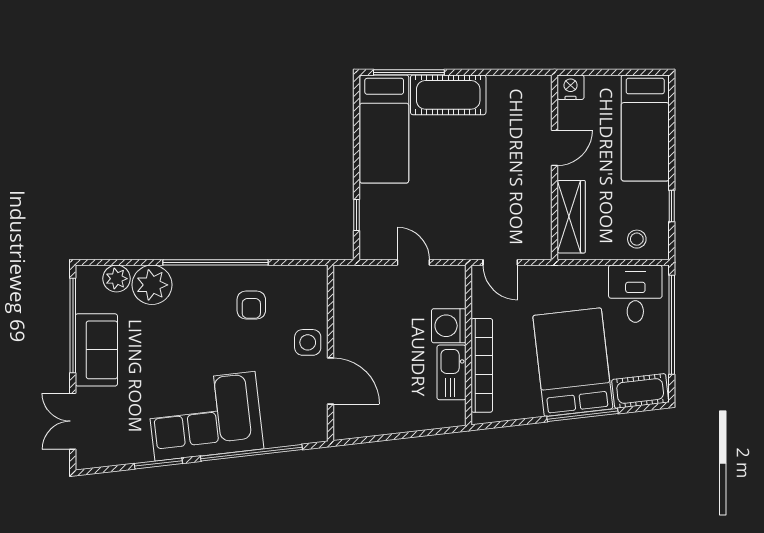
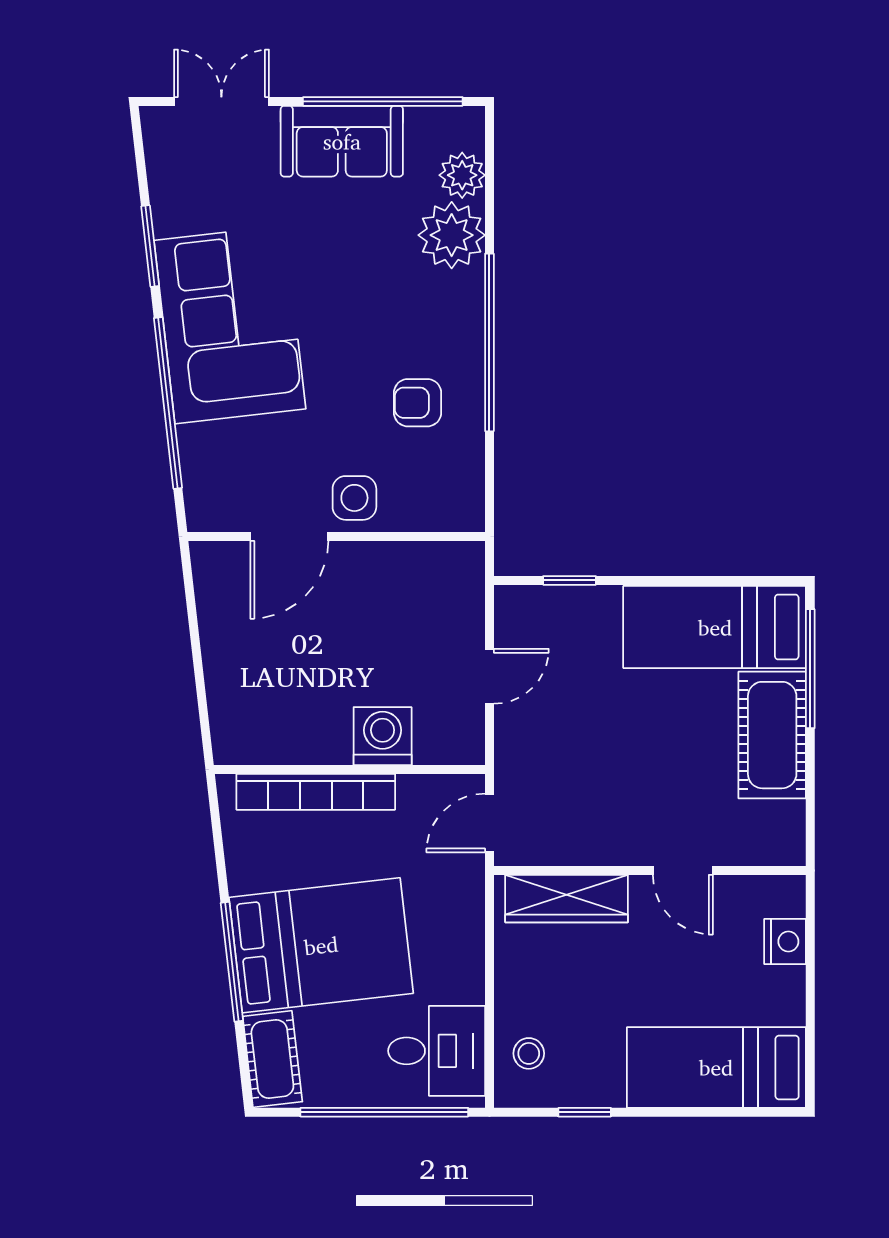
door: (554, 148) -> (683, 870), moved
wall: (554, 167) -> (650, 870), moved
wardrobe: (571, 217) -> (567, 899), moved
kitchen sink: (451, 372) -> (304, 741), removed

